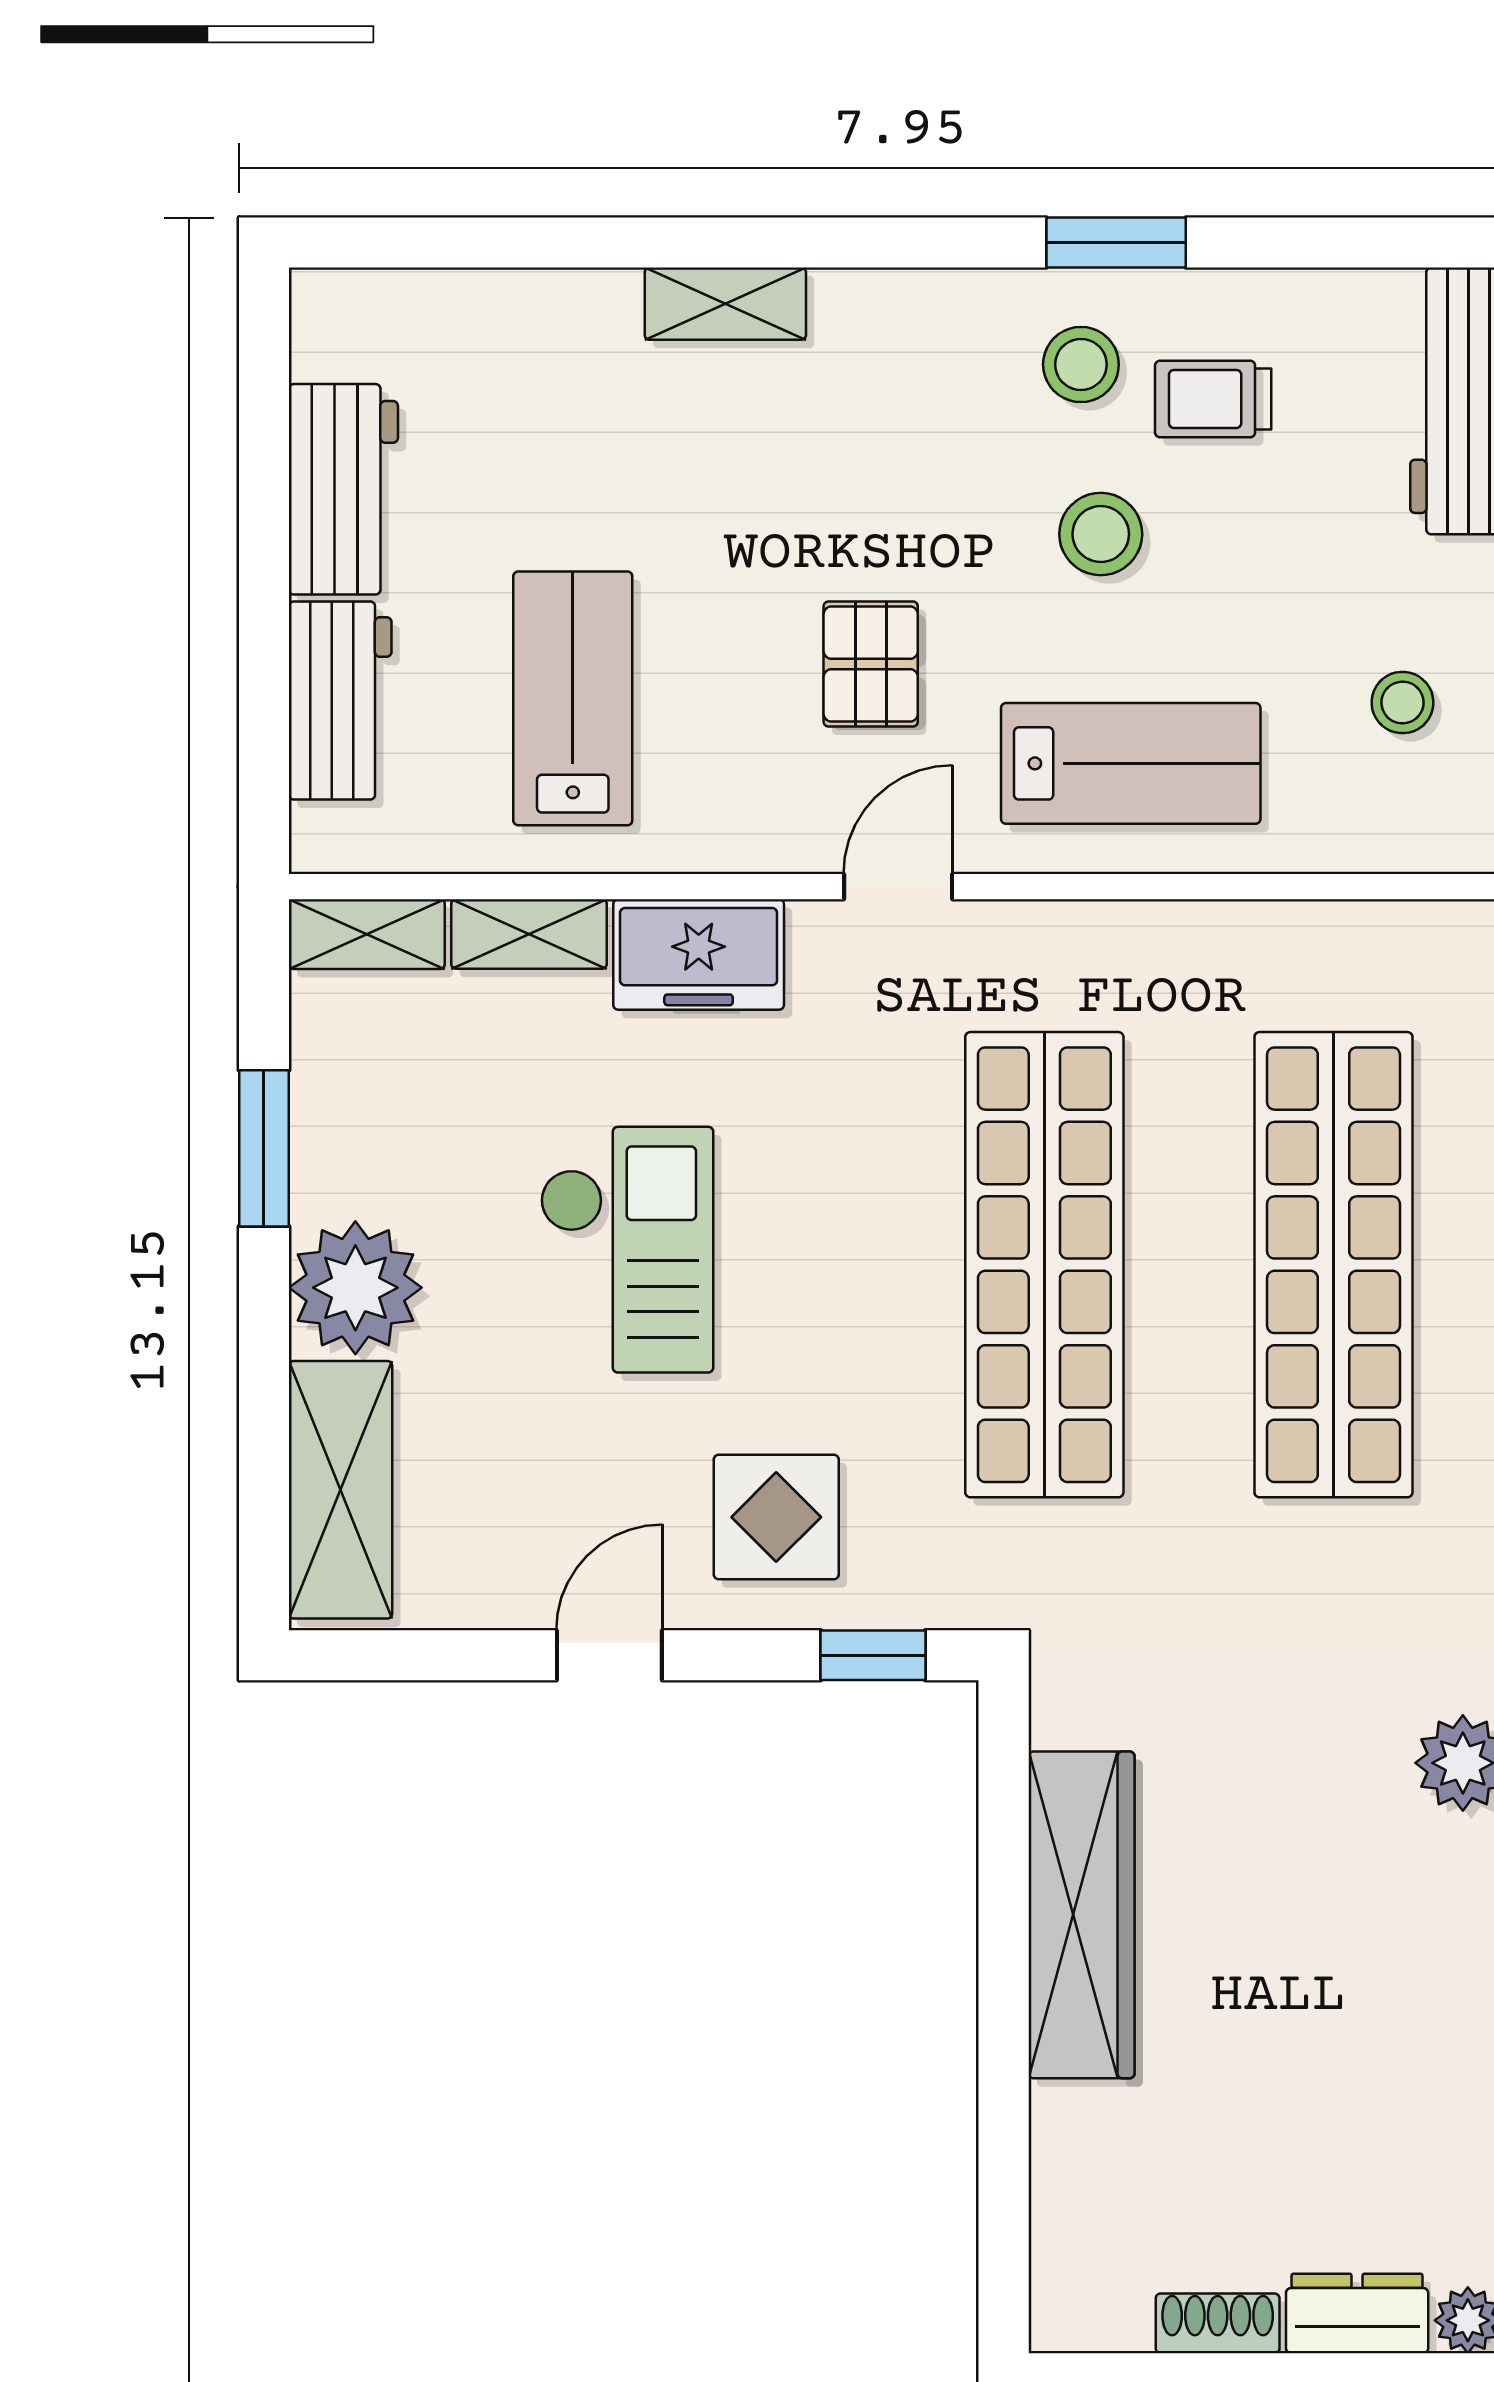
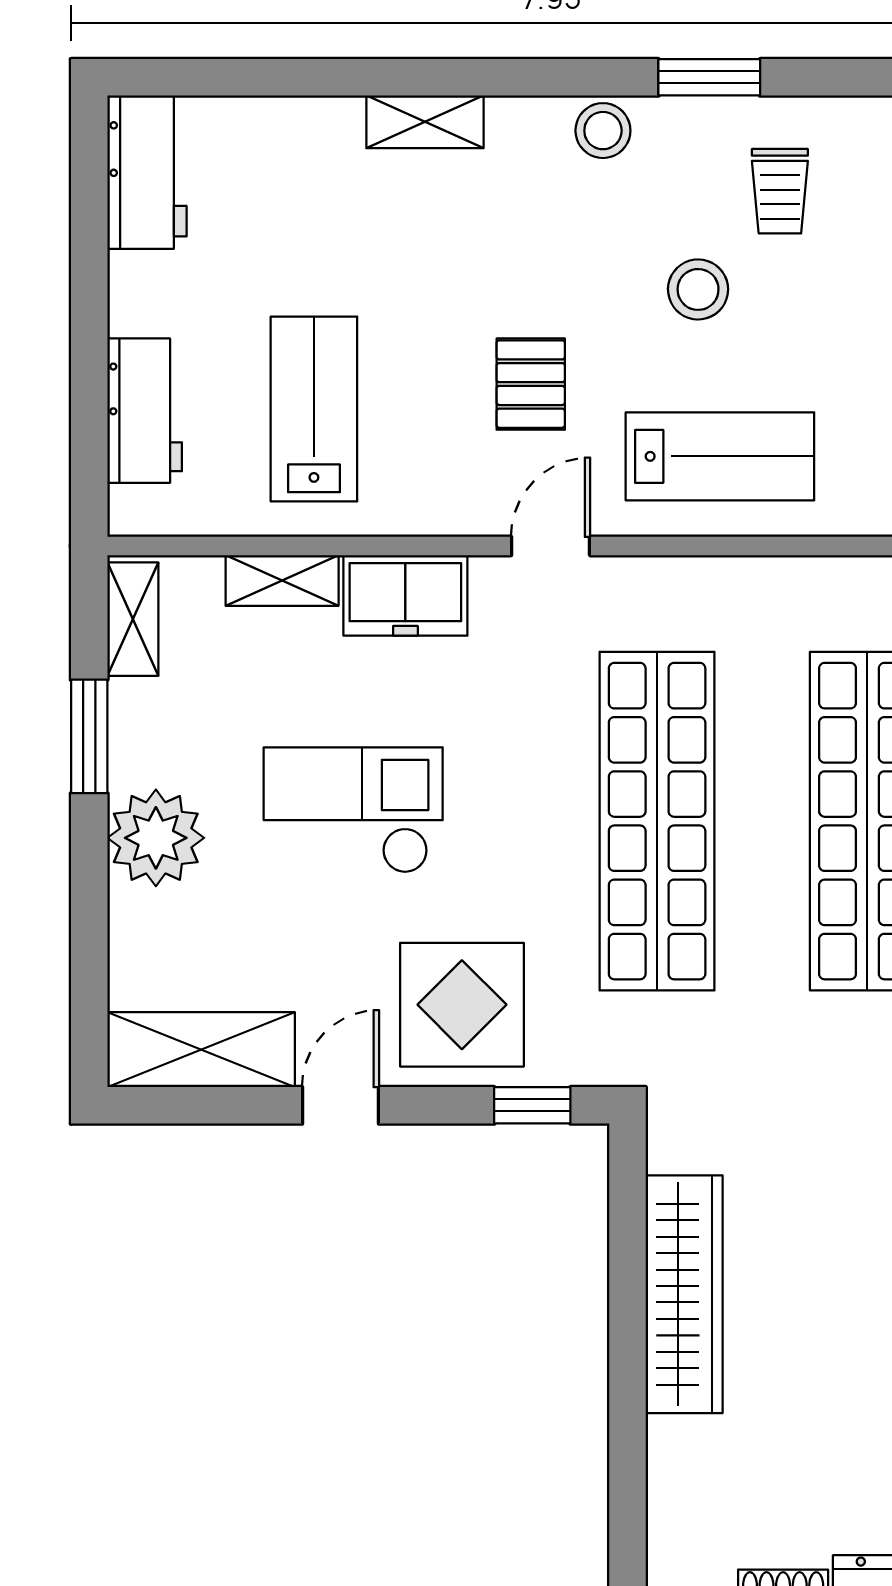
stool: (1081, 364) -> (603, 131), moved
trolley: (1213, 399) -> (780, 191), turned -90
workbench: (343, 489) -> (147, 172), moved
shelving: (367, 934) -> (133, 619), moved, turned 90
checkout: (627, 1250) -> (353, 810), turned -90
shelving: (340, 1490) -> (201, 1050), moved, turned 90
display table: (776, 1517) -> (462, 1005), width x1.36, depth x1.36

